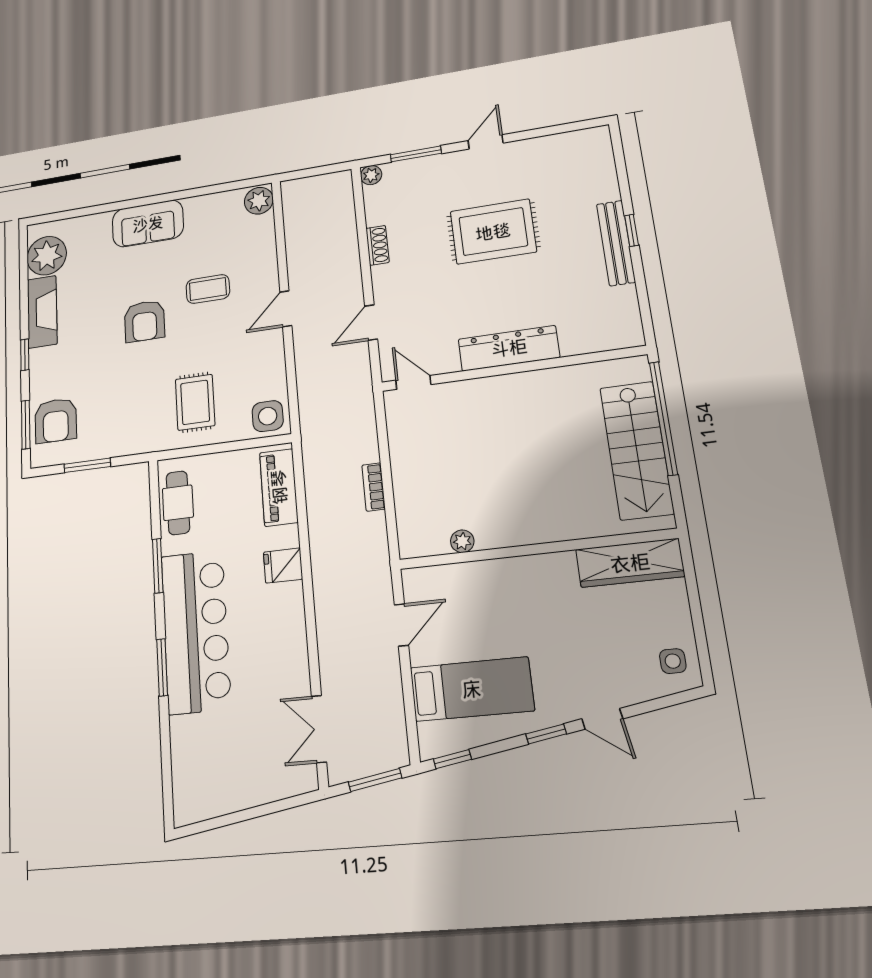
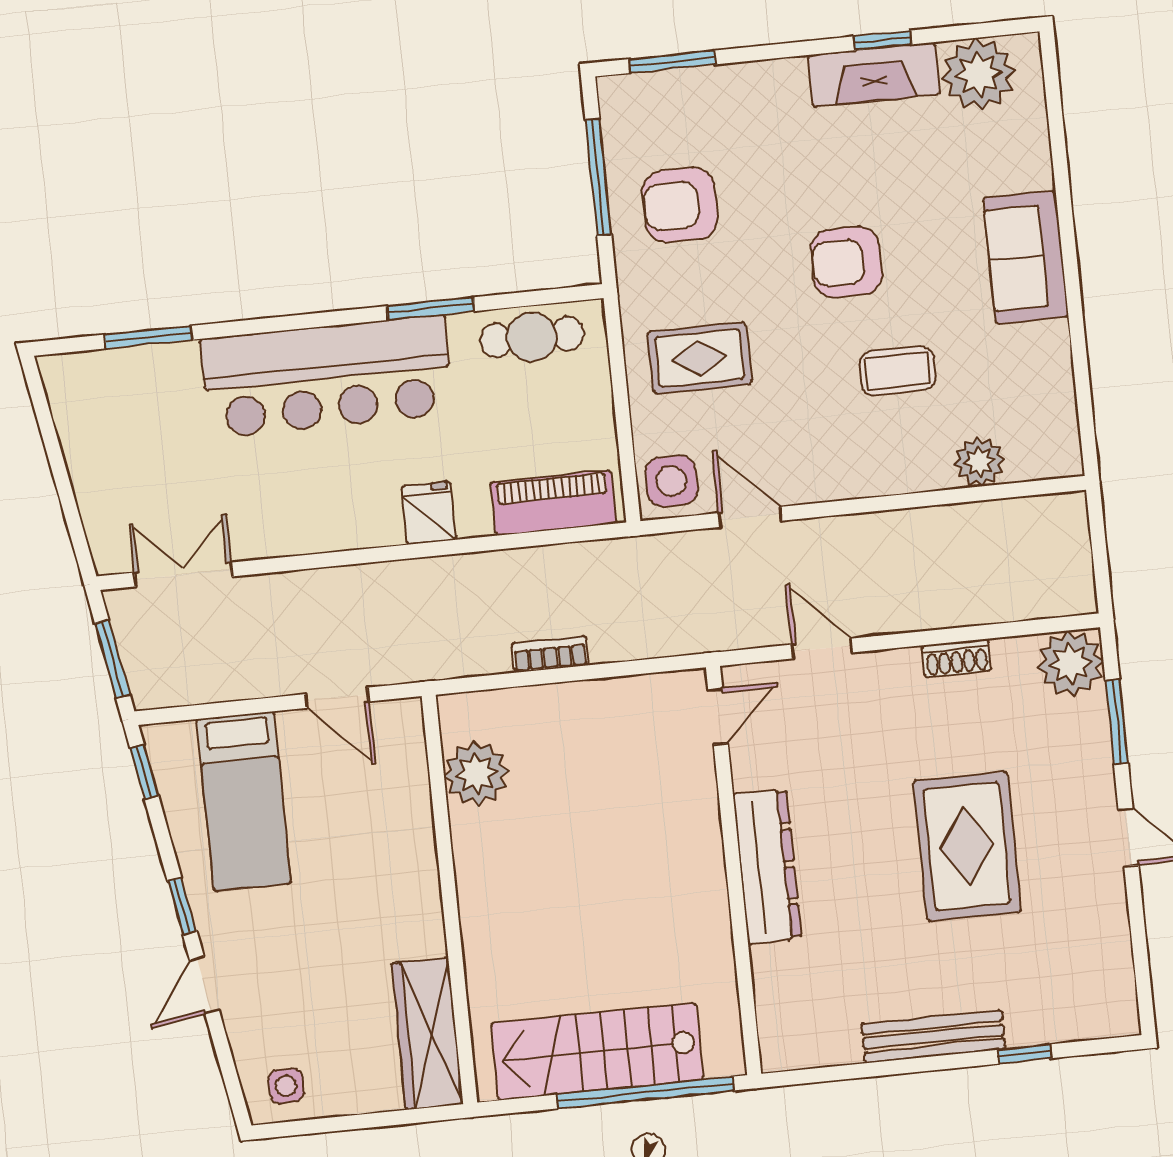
plant: (371, 175) -> (1070, 664), width x1.88, depth x1.88
plant: (259, 201) -> (979, 462), moved
window: (632, 230) -> (1025, 1054), moved
coffee table: (208, 289) -> (898, 371), turned 90
door: (286, 309) -> (750, 517), moved
window: (25, 355) -> (883, 40), moved
armchair: (56, 421) -> (680, 205), moved
window: (87, 465) -> (598, 177), width x1.44
plant: (462, 541) -> (476, 774), width x1.88, depth x1.88
window: (162, 667) -> (148, 337), moved

